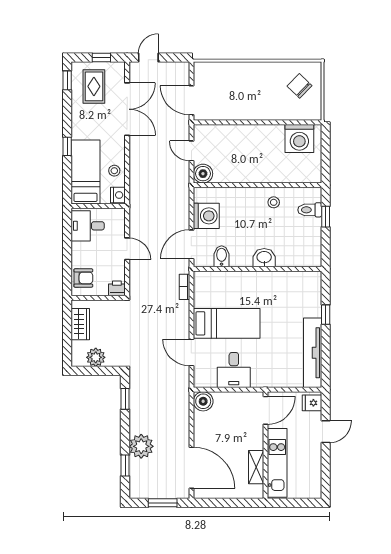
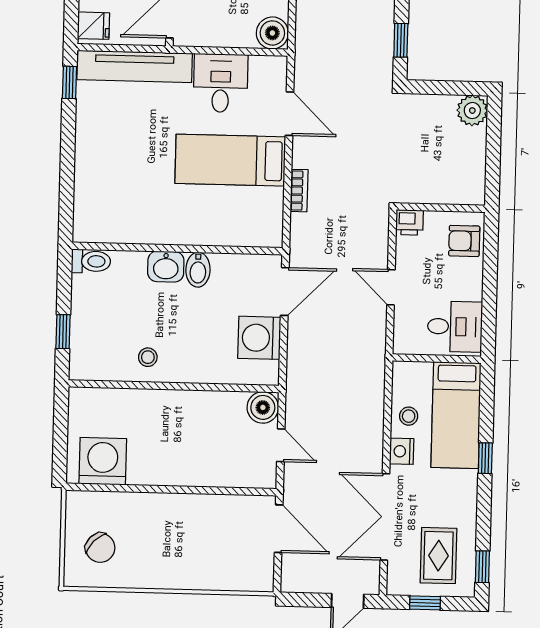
nightstand: (118, 195) -> (402, 451), moved
toilet: (310, 210) -> (91, 261), moved
bidet: (222, 256) -> (198, 270), moved
bookcase: (184, 287) -> (299, 191), moved
window: (326, 315) -> (70, 82), moved
wardrobe: (80, 324) -> (471, 165), removed
tv unit: (313, 353) -> (135, 66), moved, turned 90
plant: (96, 357) -> (472, 111), moved

